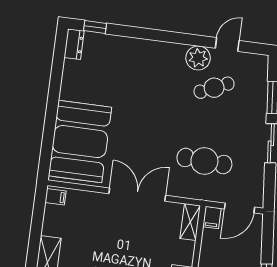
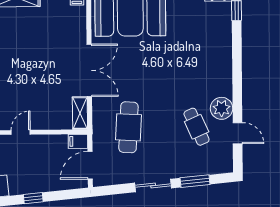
door: (239, 208) -> (90, 165), hinge flipped
shelving: (190, 222) -> (80, 113), moved, turned 90

